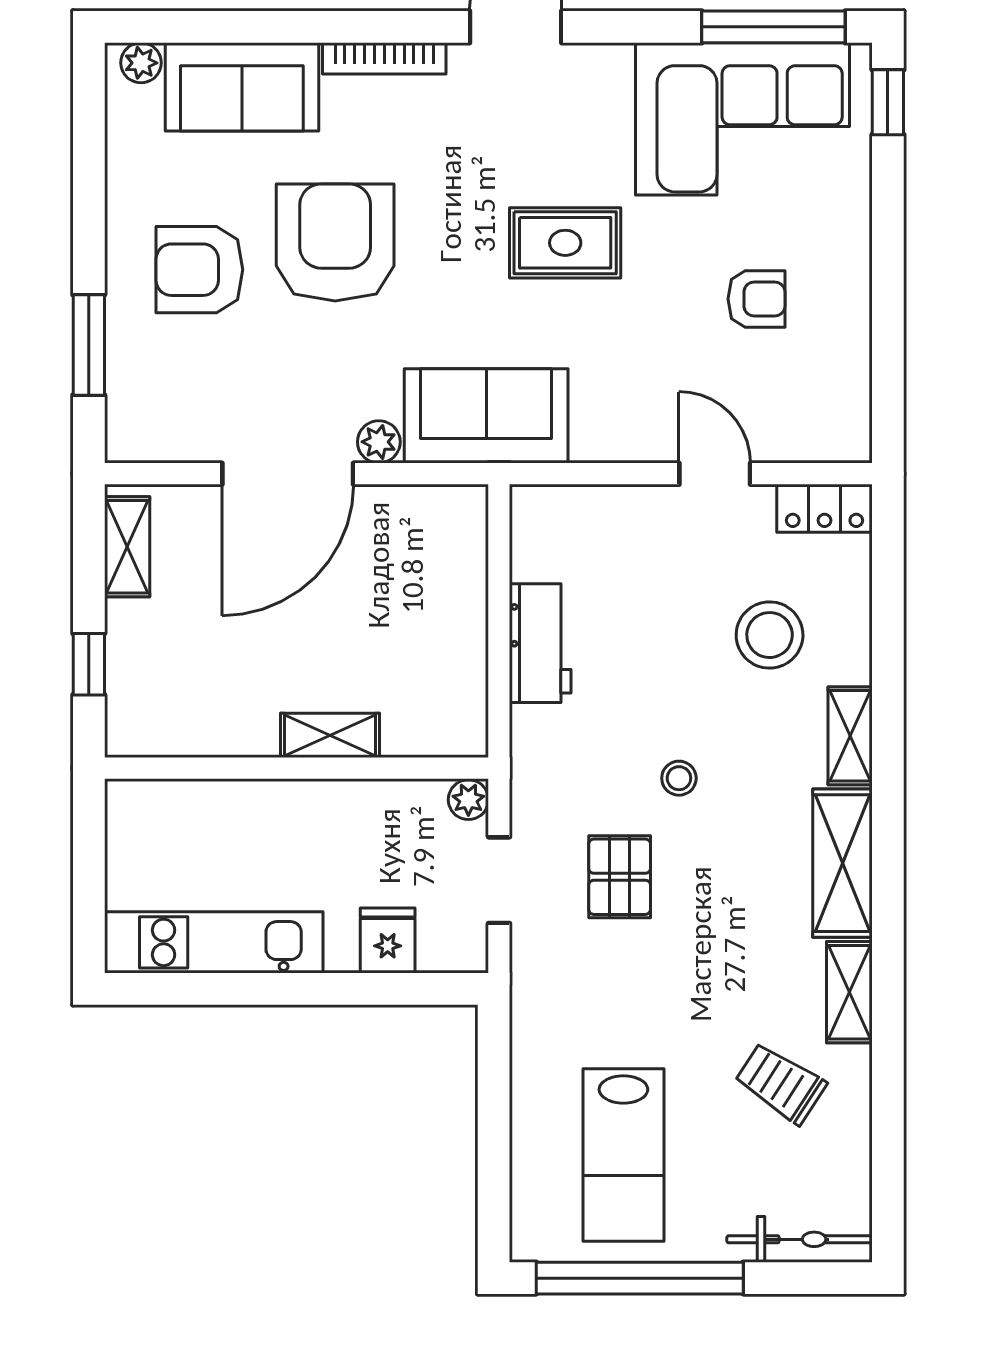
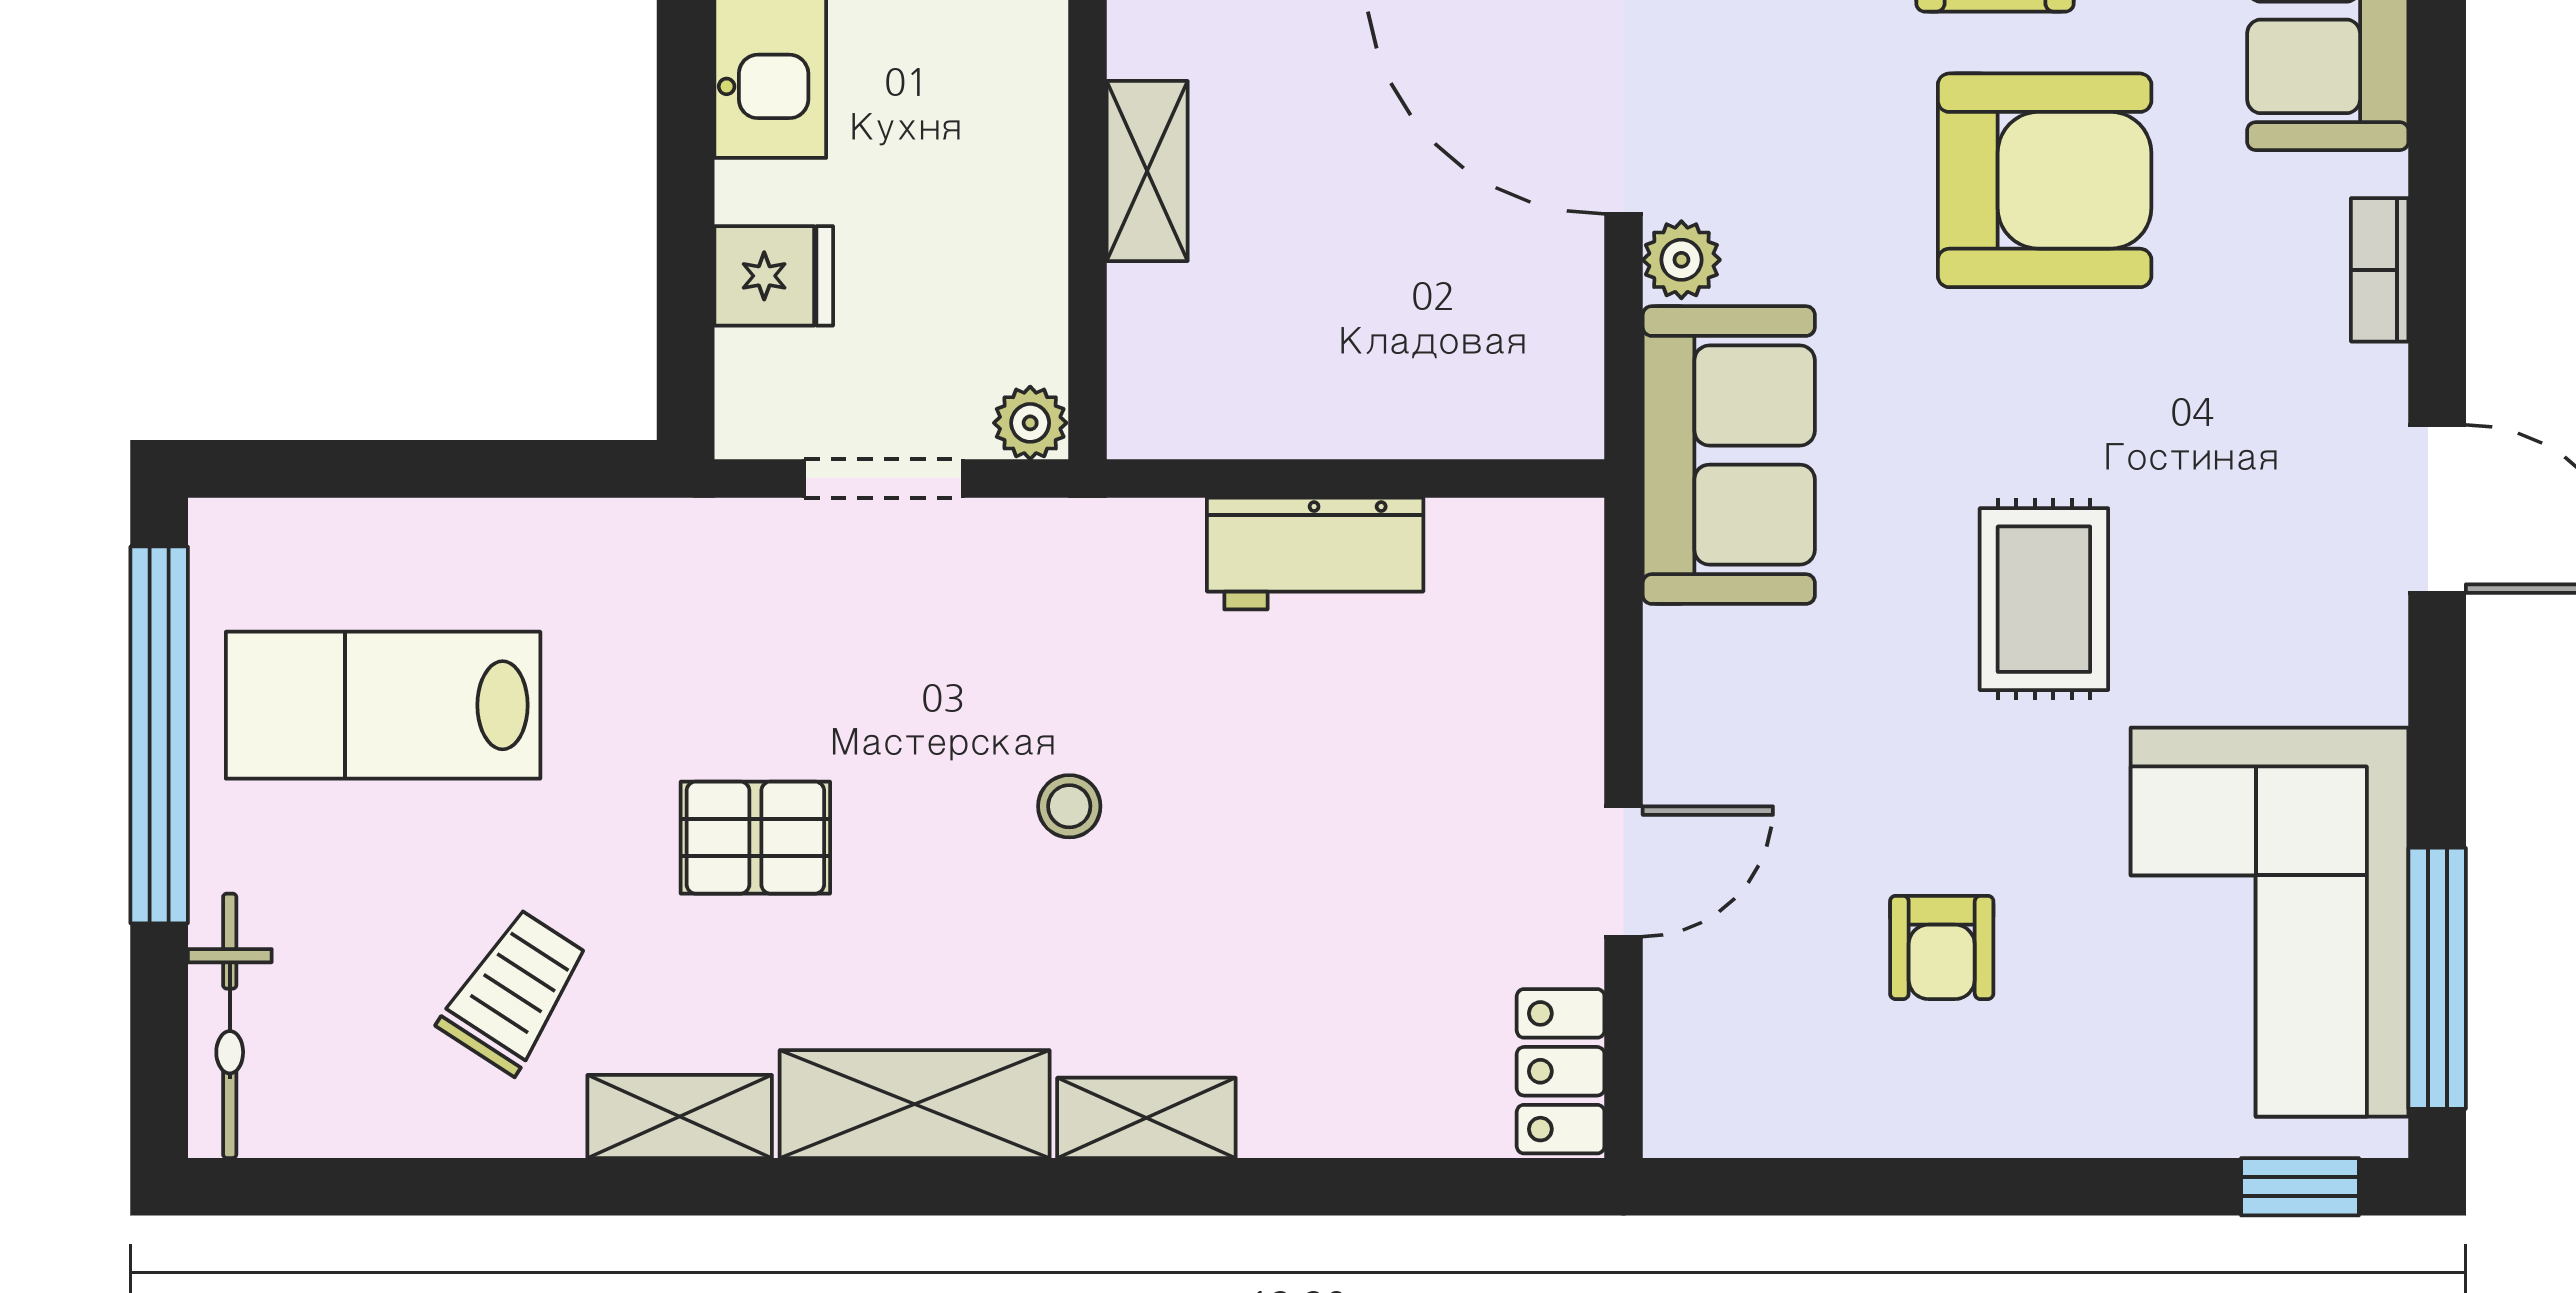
bookcase: (384, 58) -> (2380, 270), width x0.64
stool: (770, 635) -> (1330, 971), removed
pallet: (620, 877) -> (755, 838), moved

